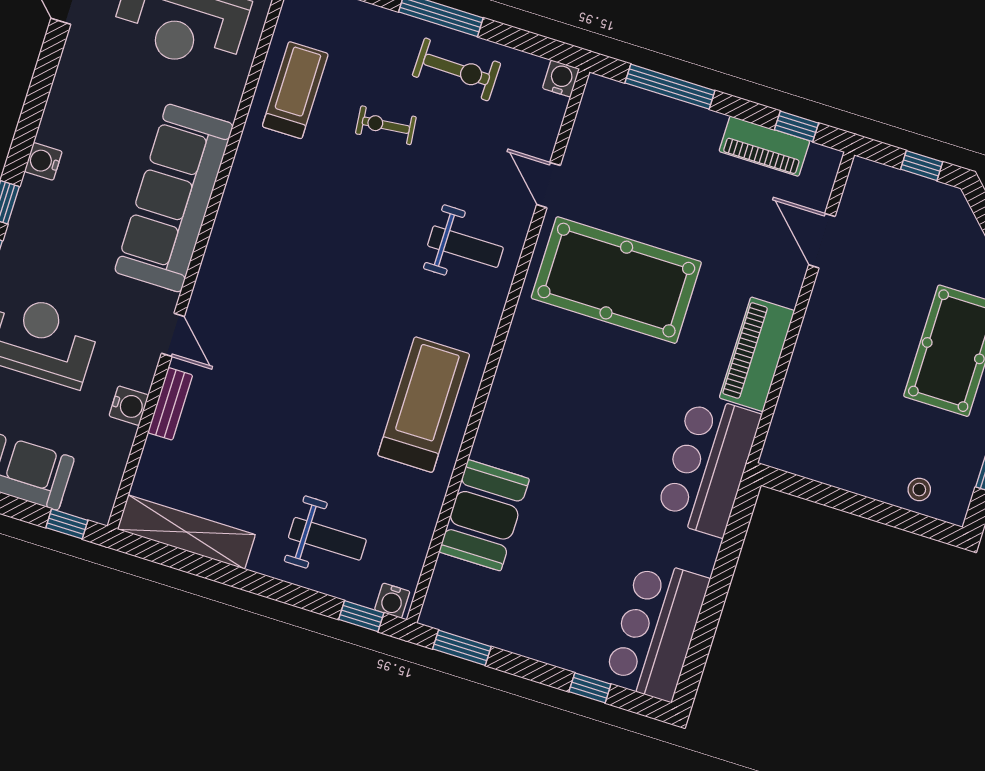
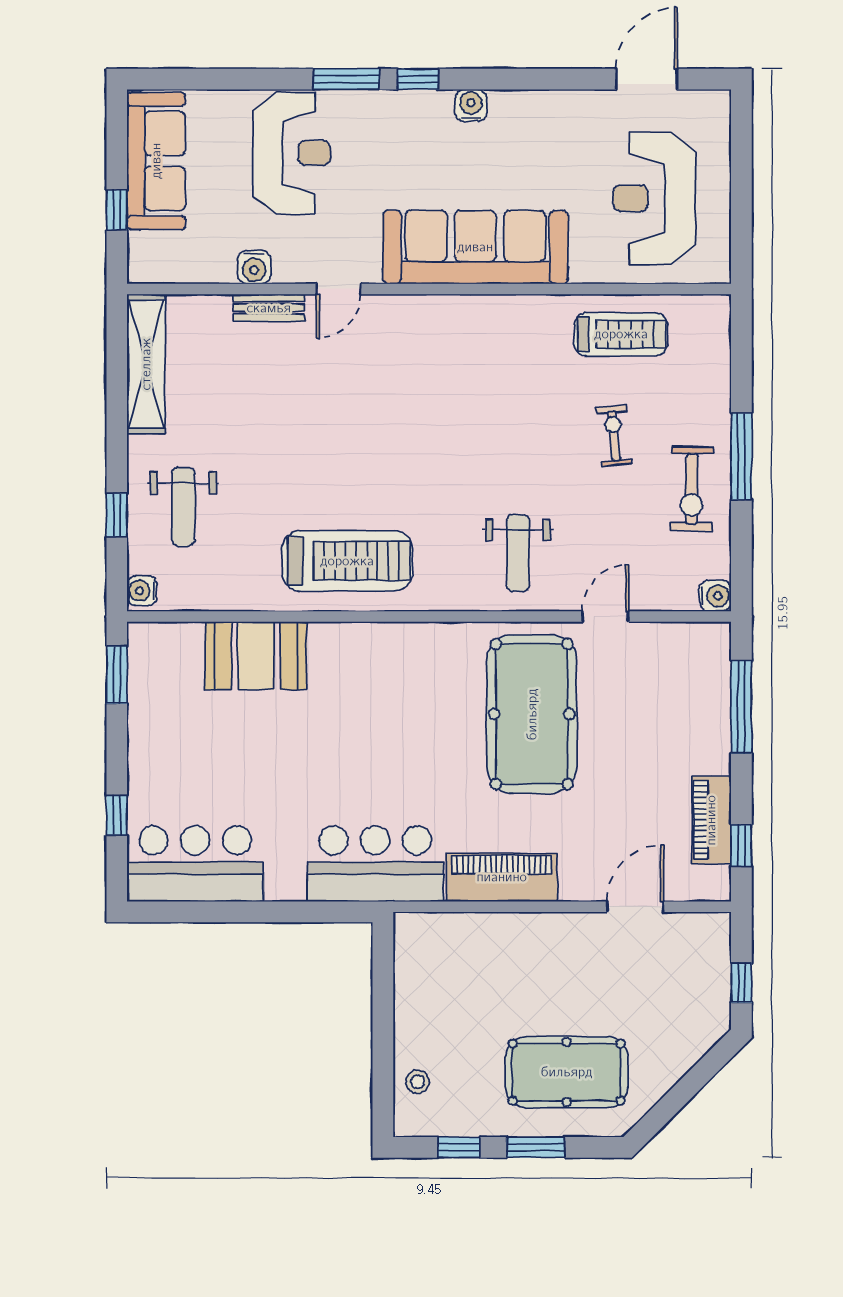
window: (67, 524) -> (117, 210), moved
window: (361, 616) -> (117, 515), moved

